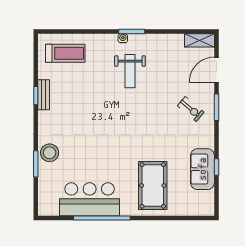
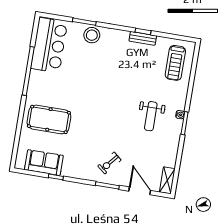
weight bench: (130, 71) -> (151, 116), turned -90
sofa: (202, 169) -> (44, 163), moved
bar counter: (90, 199) -> (49, 45), moved

